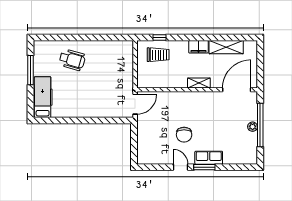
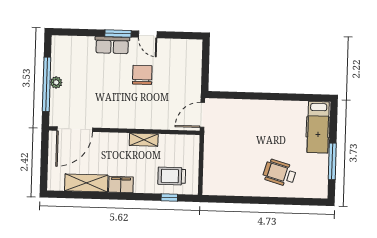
shelving: (199, 83) -> (144, 140), moved

